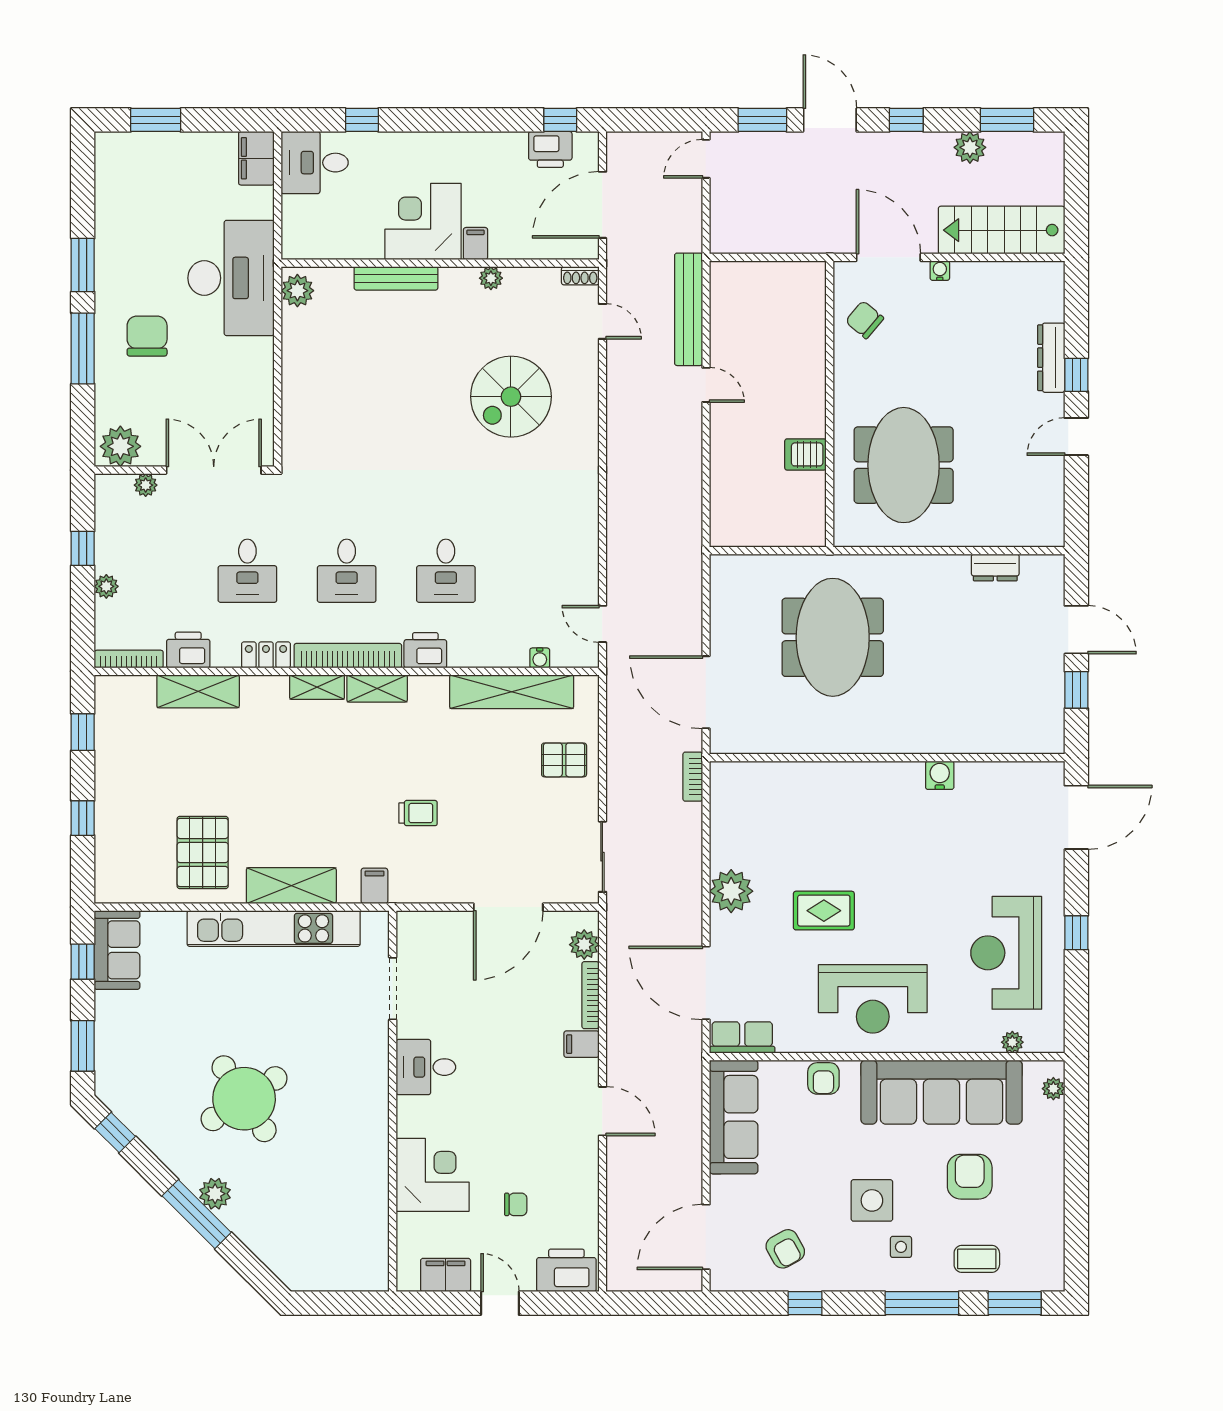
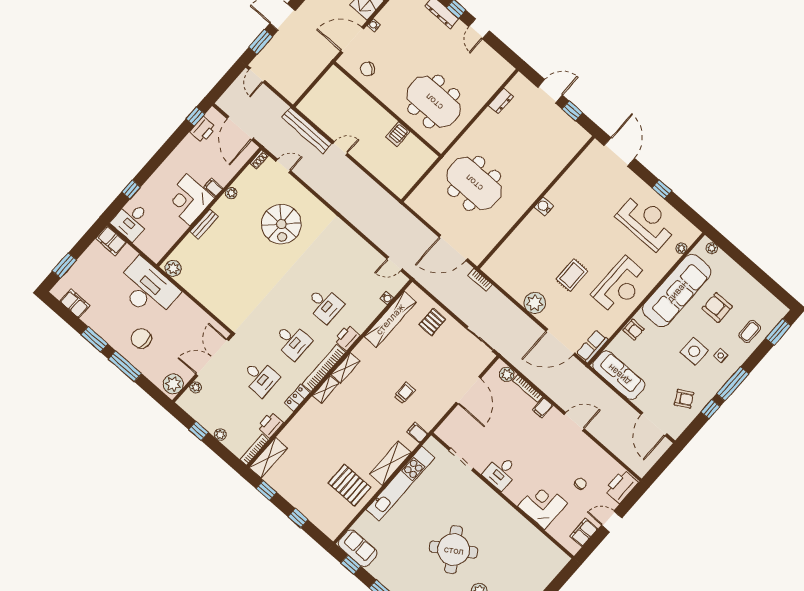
filing cabinet: (112, 187) -> (75, 303), added
bench: (396, 278) -> (204, 224), width x0.73
shelving: (198, 691) -> (268, 458), moved
water cooler: (940, 775) -> (544, 206), moved
reception desk: (1006, 953) -> (646, 222), turned 180
window: (922, 1303) -> (733, 384), moved

